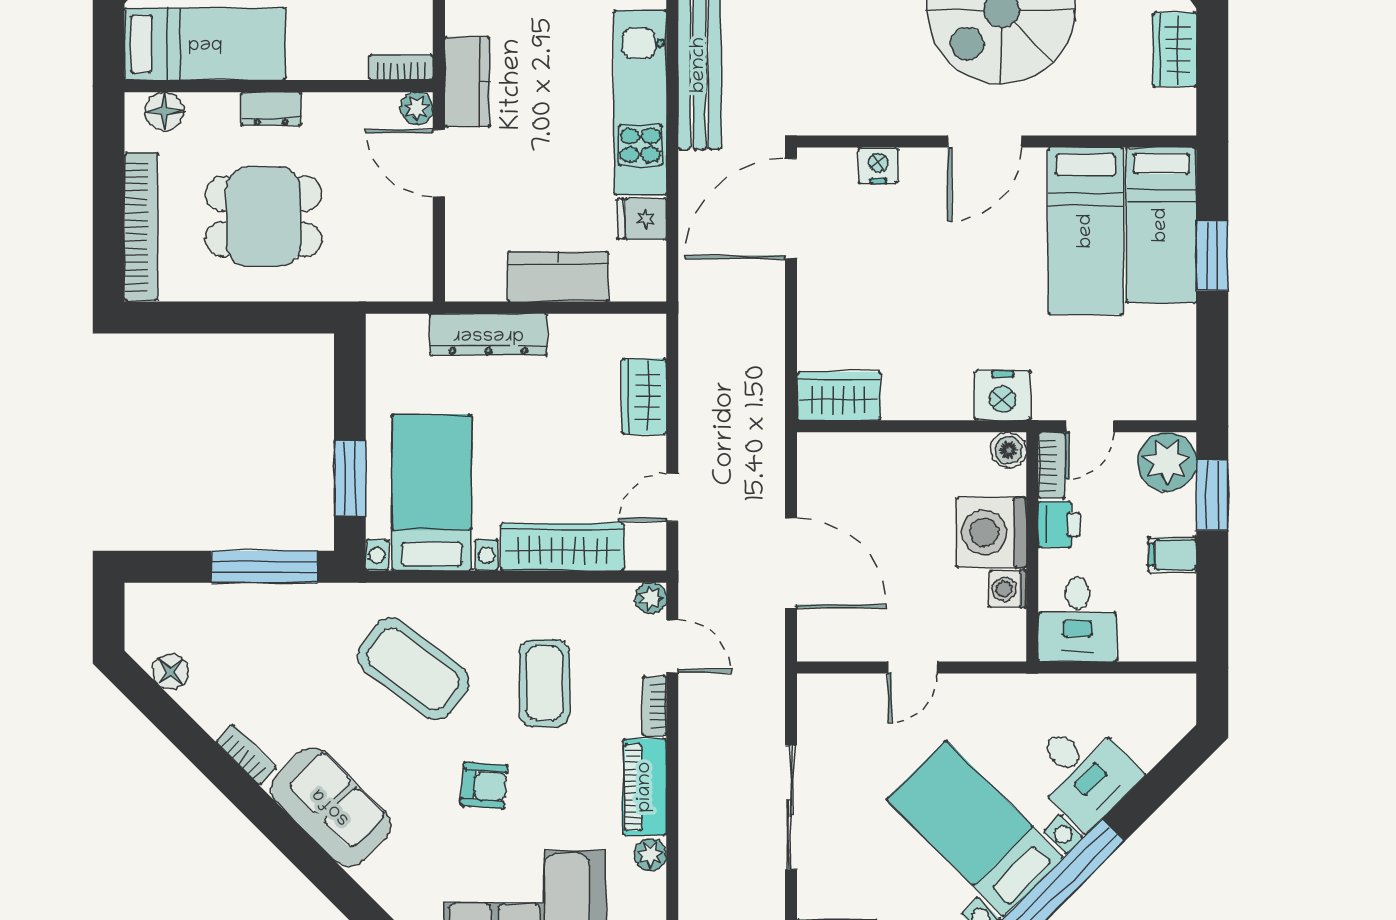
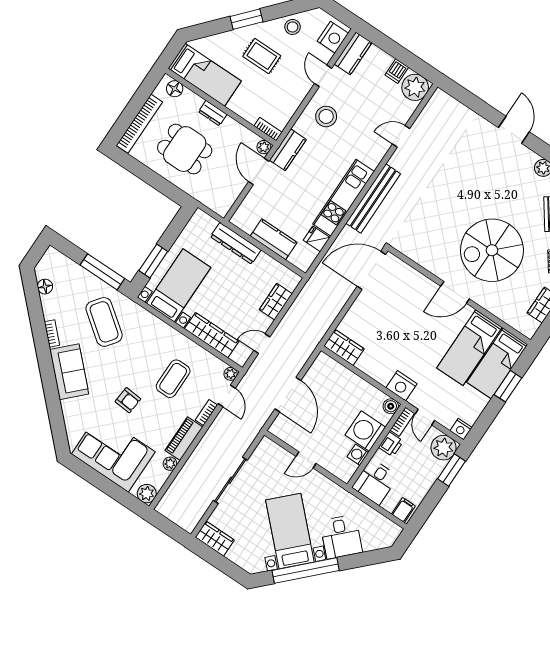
nightstand: (878, 165) -> (461, 429), moved, turned 180
door: (1090, 426) -> (425, 417), hinge flipped
filing cabinet: (1172, 555) -> (403, 510), moved, turned 90
coffee table: (413, 669) -> (104, 322), moved

